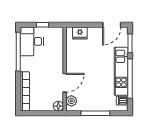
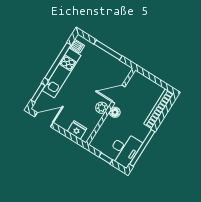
plant: (71, 101) -> (102, 108), moved
floor lamp: (58, 106) -> (115, 112), moved

